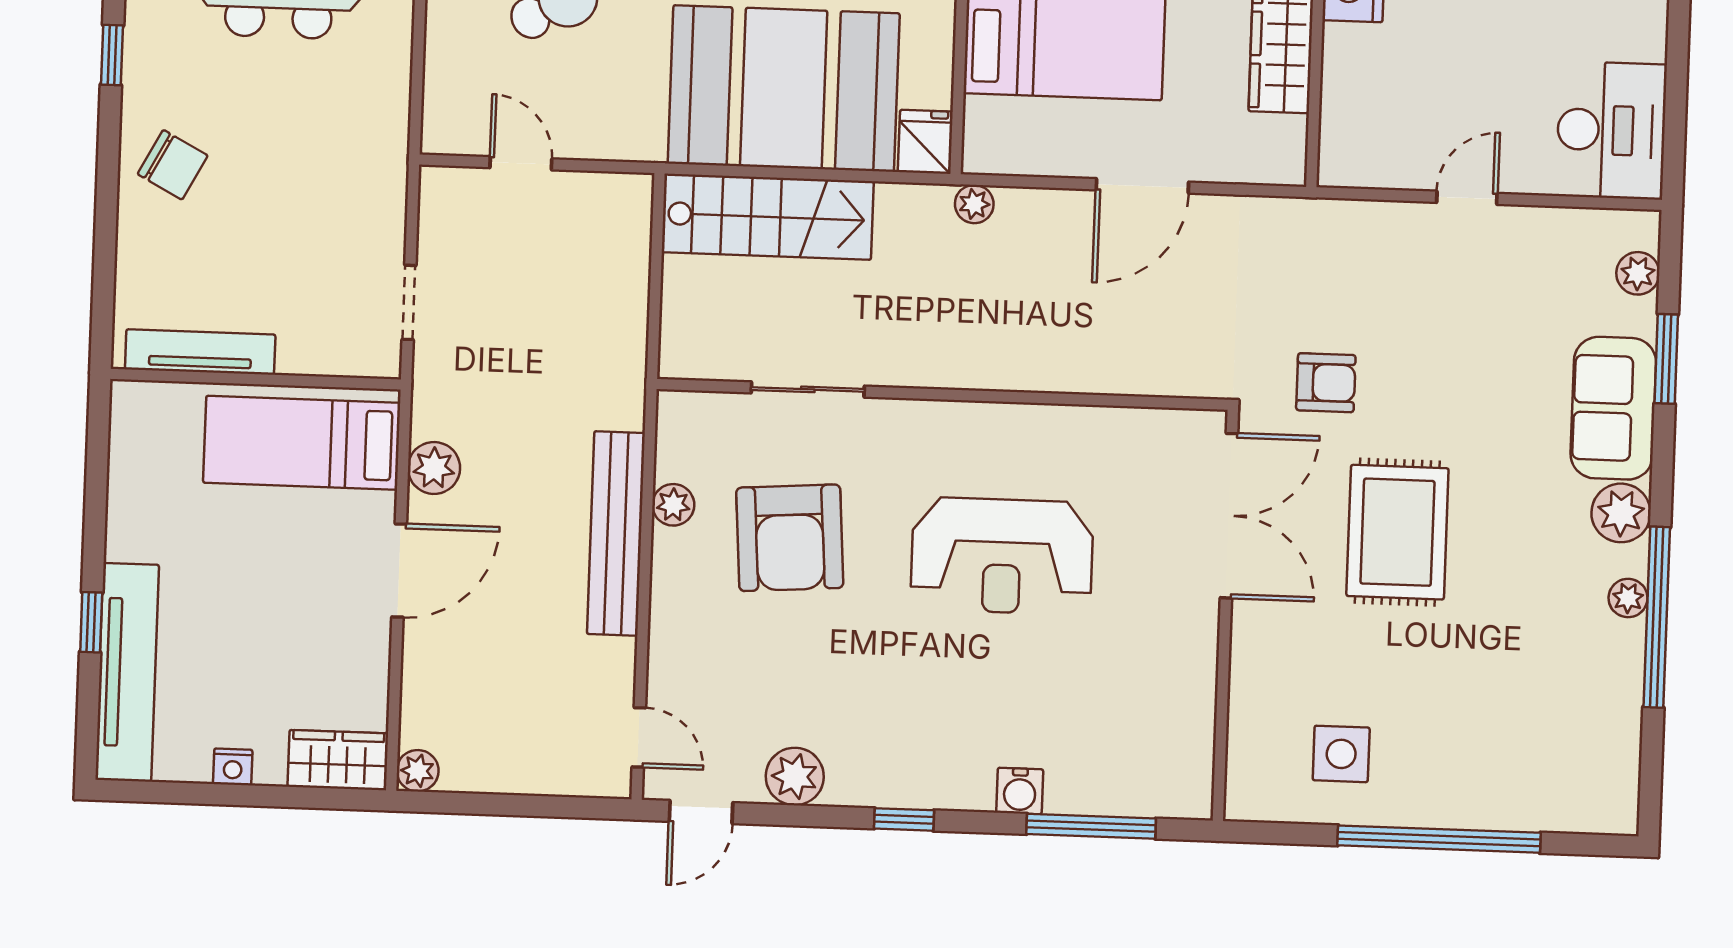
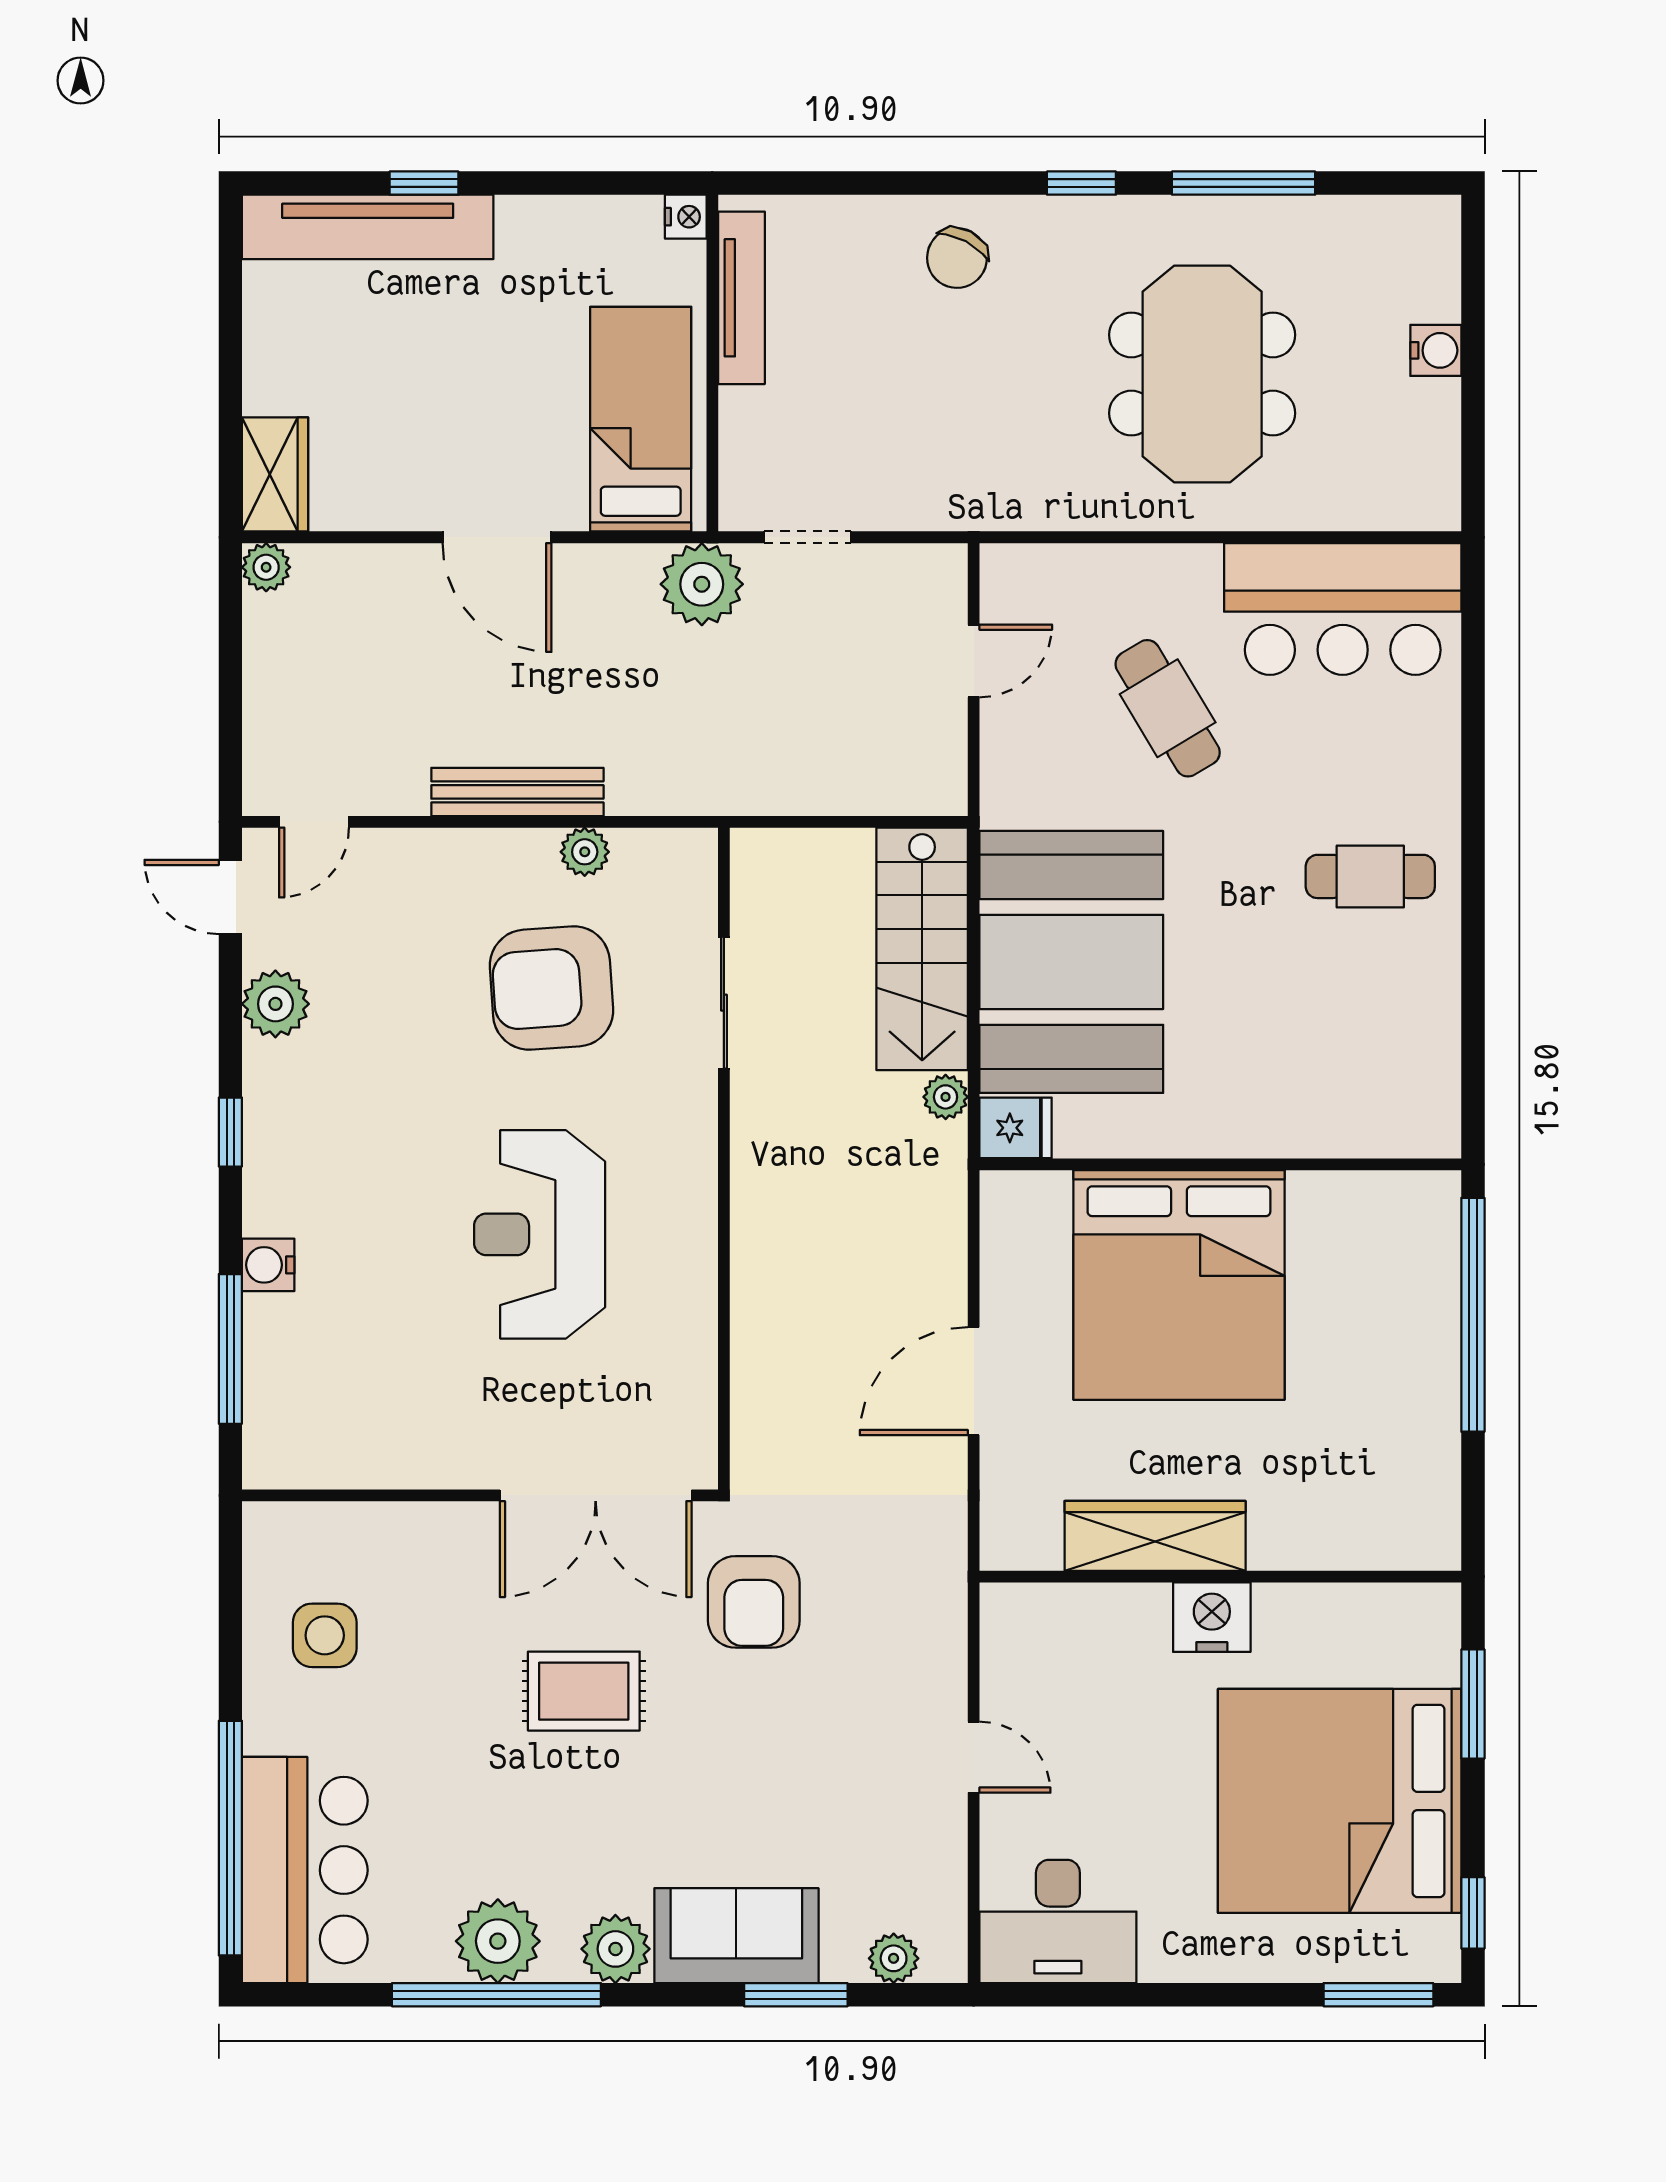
door: (1142, 186) -> (974, 1381), hinge flipped
plant: (974, 204) -> (946, 1097), moved
armchair: (1326, 383) -> (754, 1602), width x1.38, depth x1.38
plant: (434, 468) -> (702, 584), moved, width x1.36, depth x1.36
rug: (1397, 532) -> (584, 1691), width x0.73, depth x0.70
bench: (616, 533) -> (517, 792), width x0.73, depth x0.82
plant: (1628, 598) -> (498, 1941), width x1.88, depth x1.88
nightstand: (233, 767) -> (686, 217), moved, turned 180
bar counter: (1543, 779) -> (305, 1870), added
window: (1439, 839) -> (230, 1838), moved

